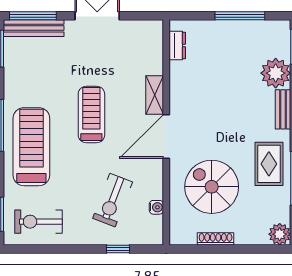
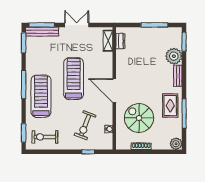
shelving: (155, 95) -> (108, 41), moved
treadmill: (91, 115) -> (74, 79), width x1.37, depth x1.38
door: (166, 136) -> (114, 91), hinge flipped

